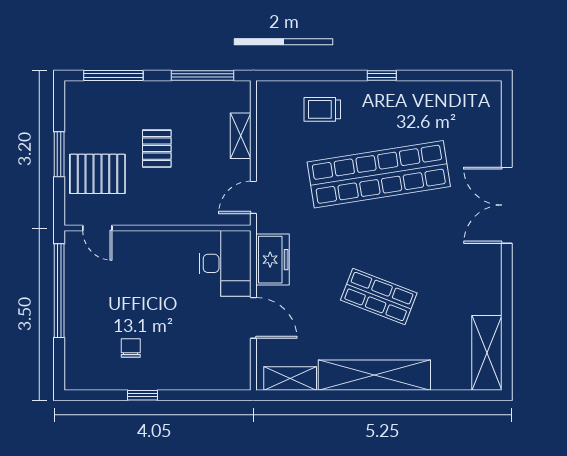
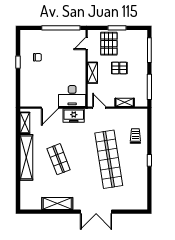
double door: (507, 205) -> (96, 212), swing flipped
shelving: (168, 214) -> (92, 73), added
shop shelf: (379, 296) -> (59, 159), turned -42
shelving: (487, 353) -> (57, 204), moved

